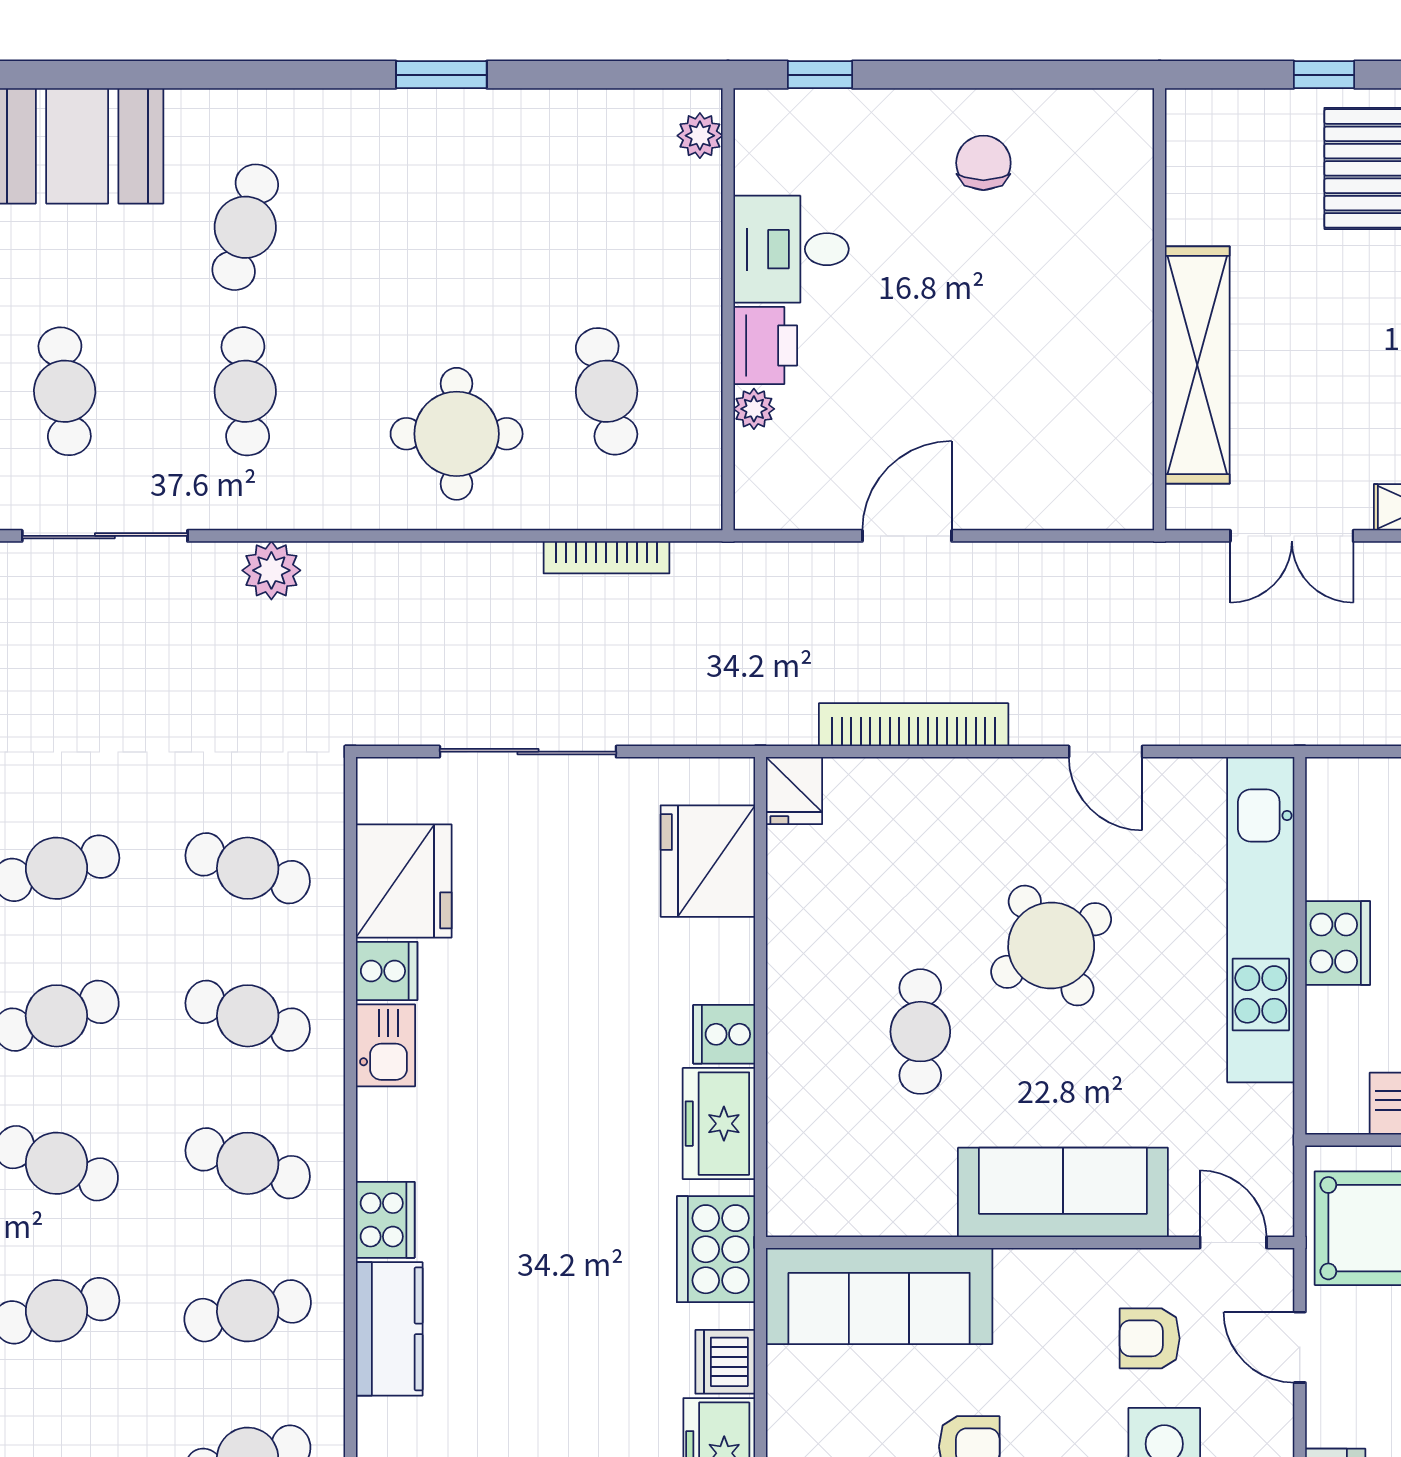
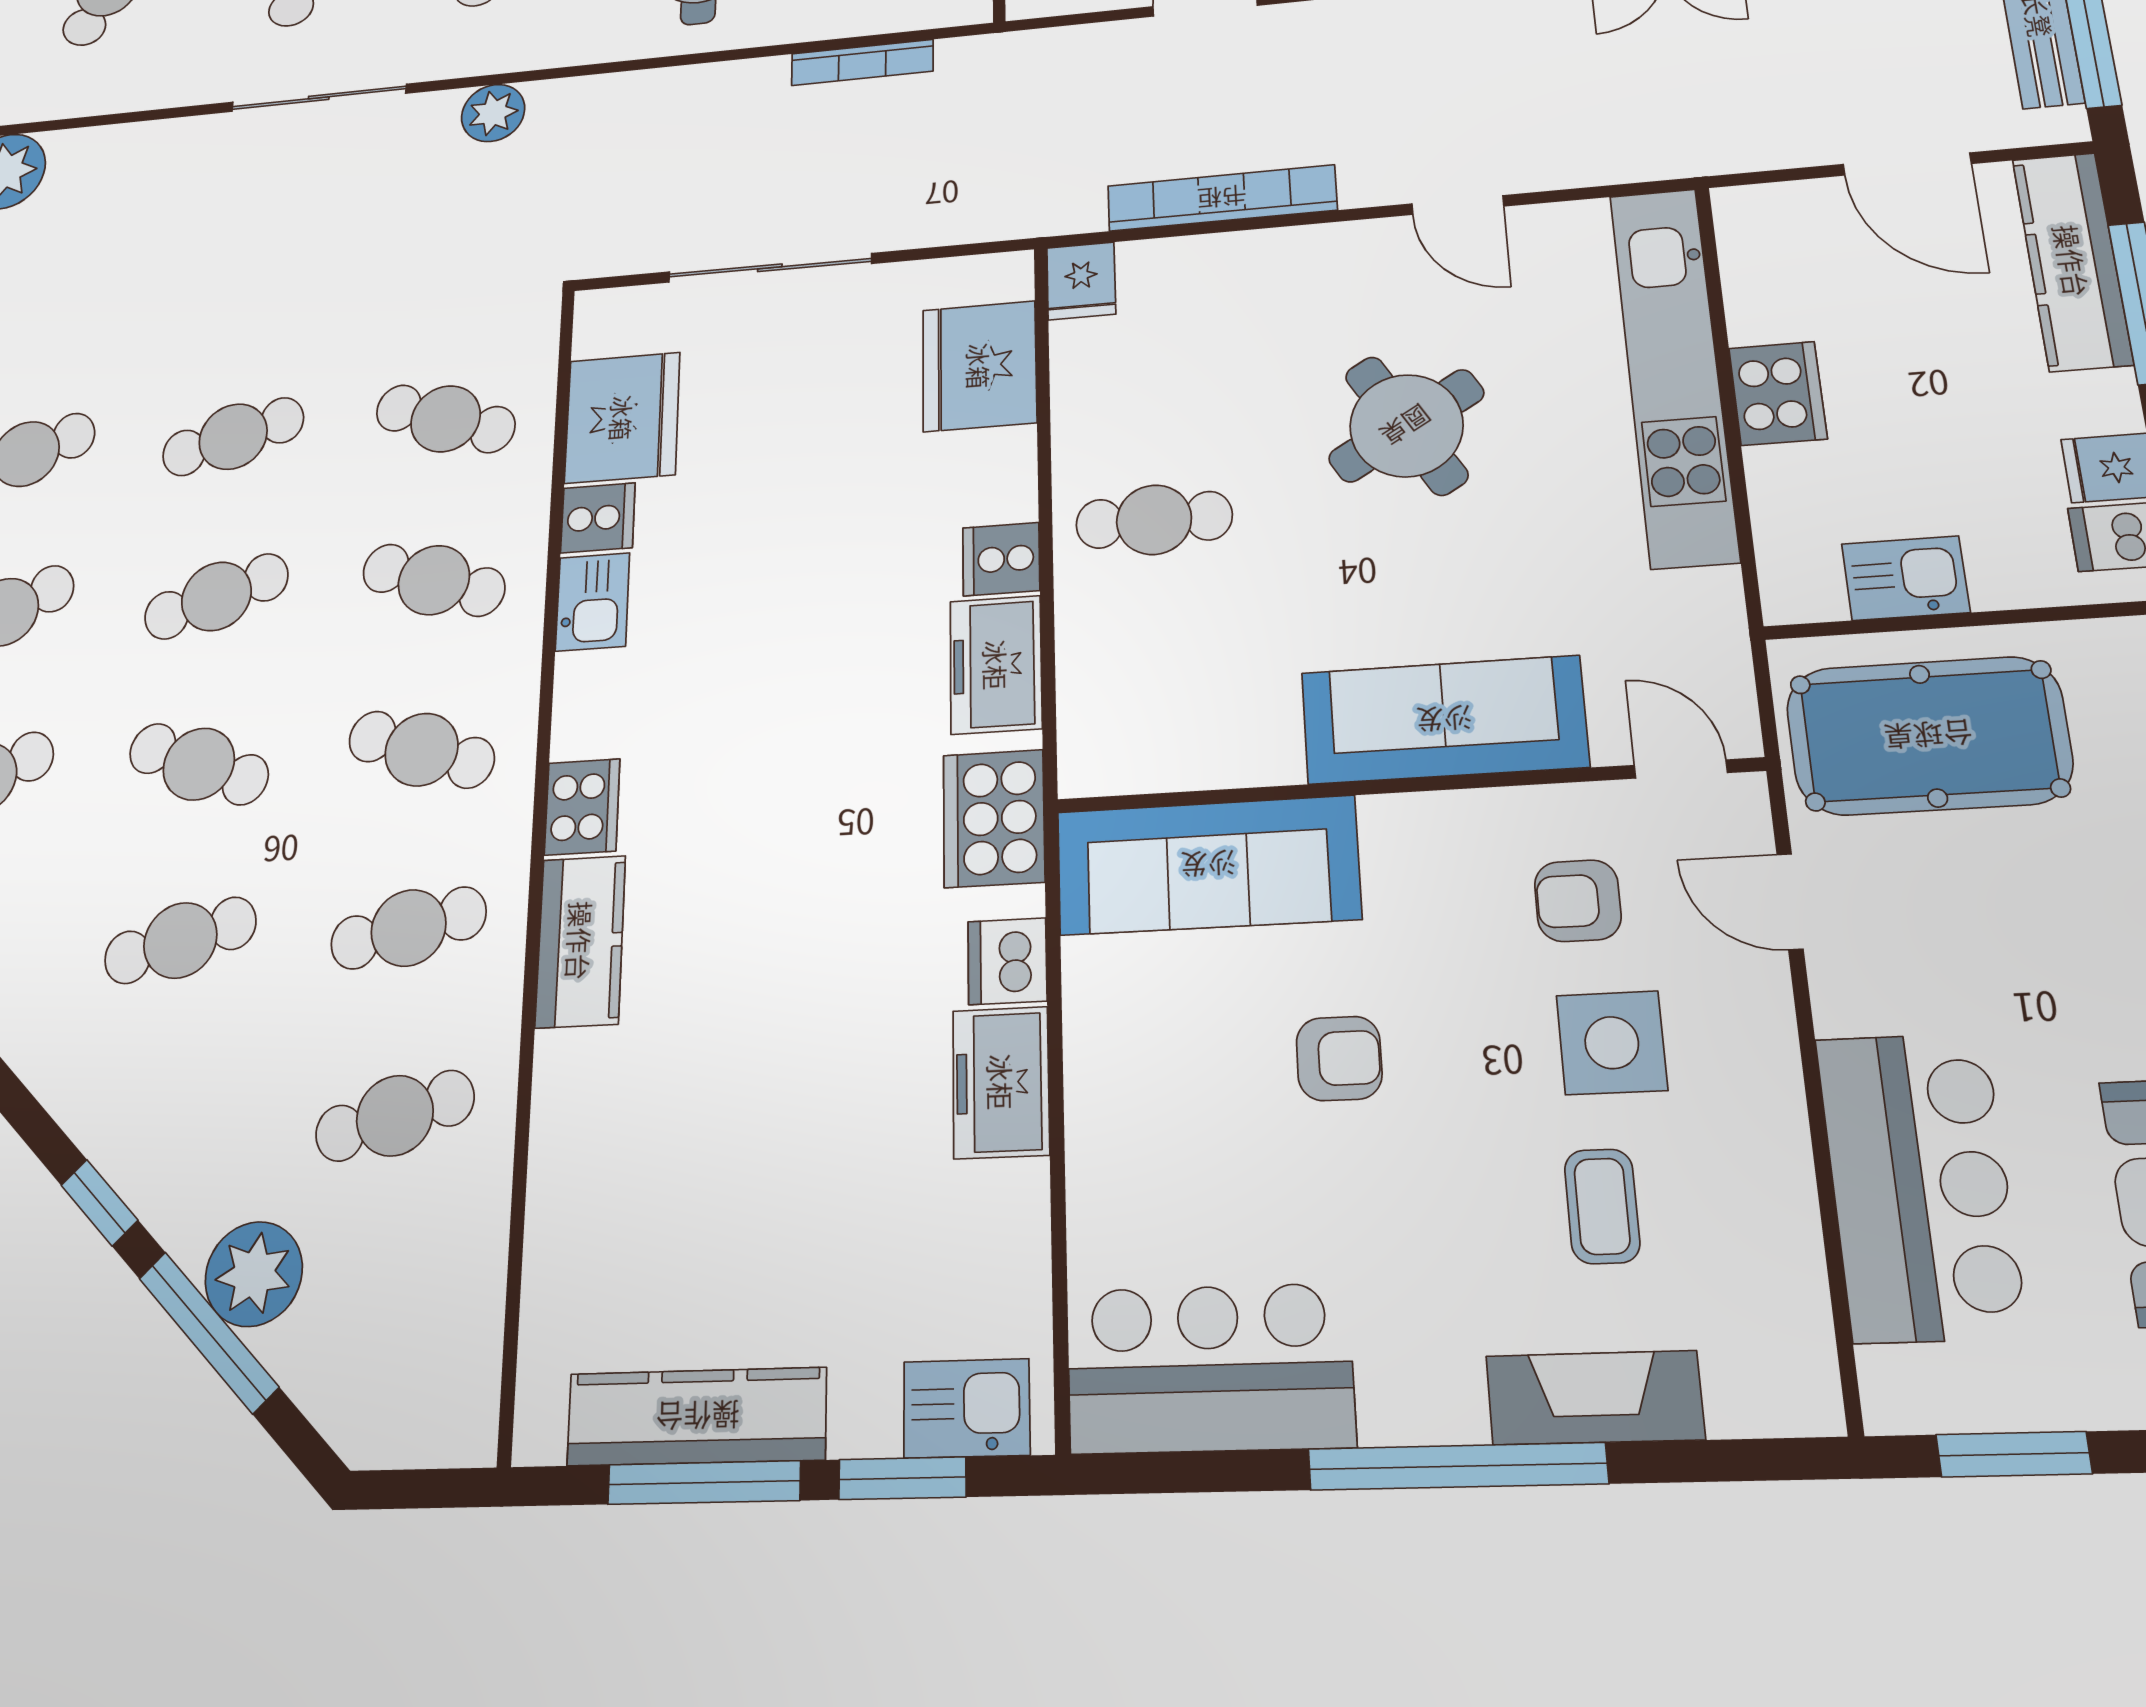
cafe table: (920, 1032) -> (1154, 520), moved, turned 90

